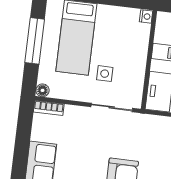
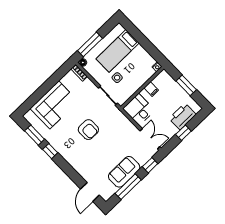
window: (35, 41) -> (90, 44), moved

